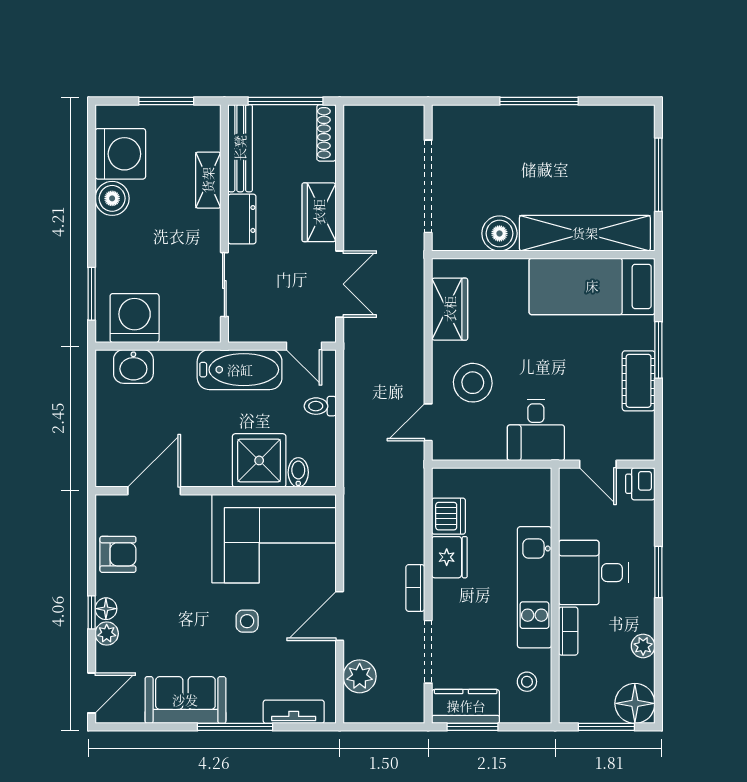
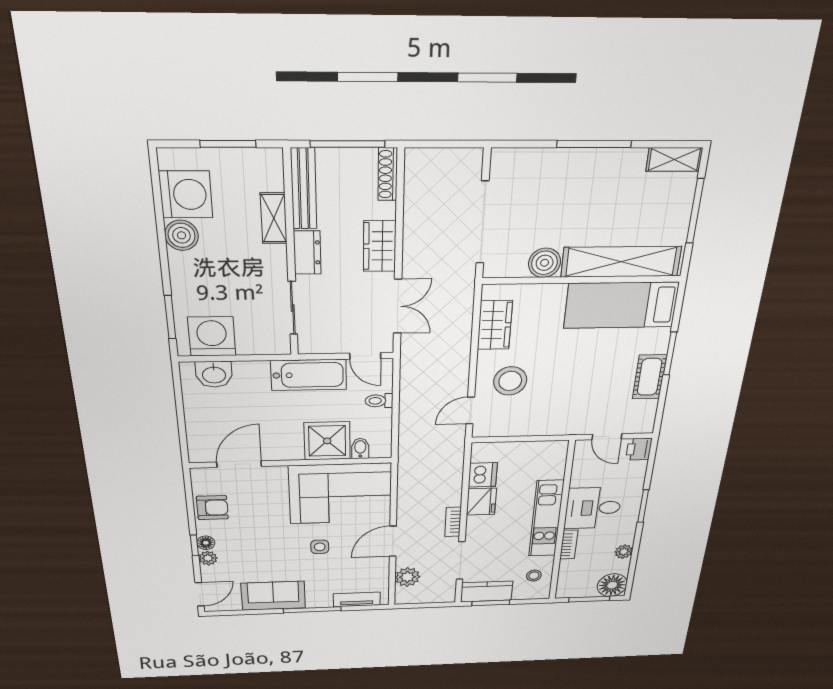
shelving: (626, 117) -> (674, 159), added
desk: (536, 430) -> (560, 414), removed

